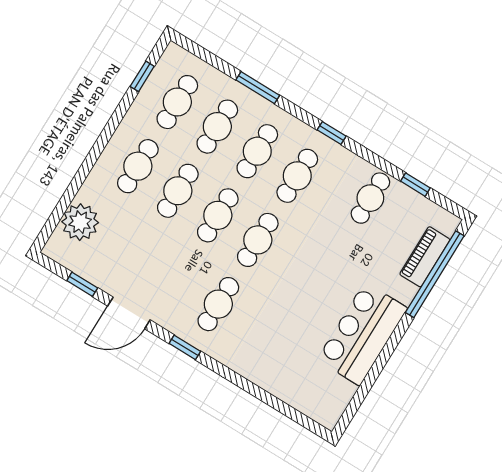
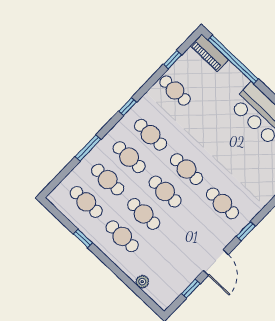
window: (142, 76) -> (83, 238), moved
plant: (80, 222) -> (142, 282), width x0.53, depth x0.53
piano: (425, 257) -> (209, 53), moved

